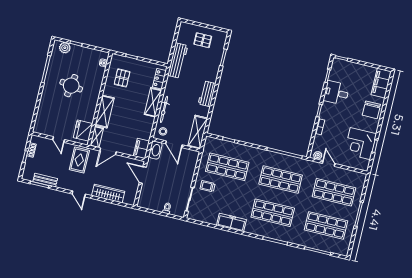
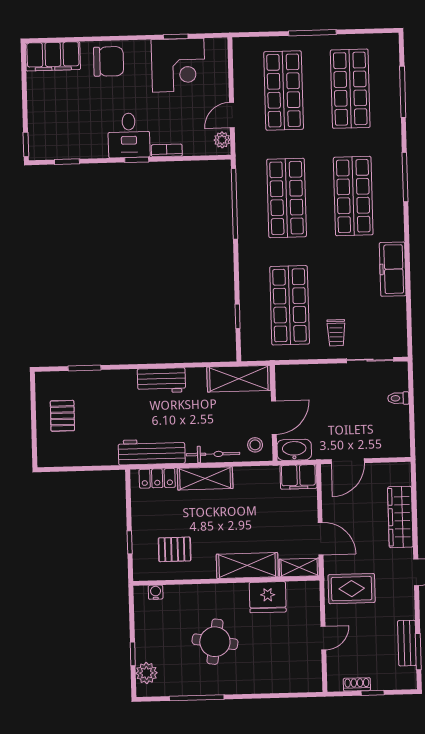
workbench: (178, 60) -> (152, 452), moved
desk: (336, 93) -> (129, 135), moved
fridge: (83, 131) -> (268, 597), moved

